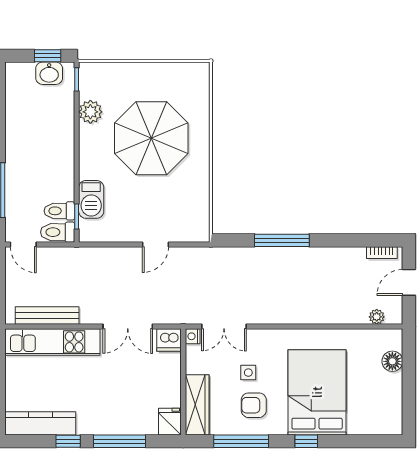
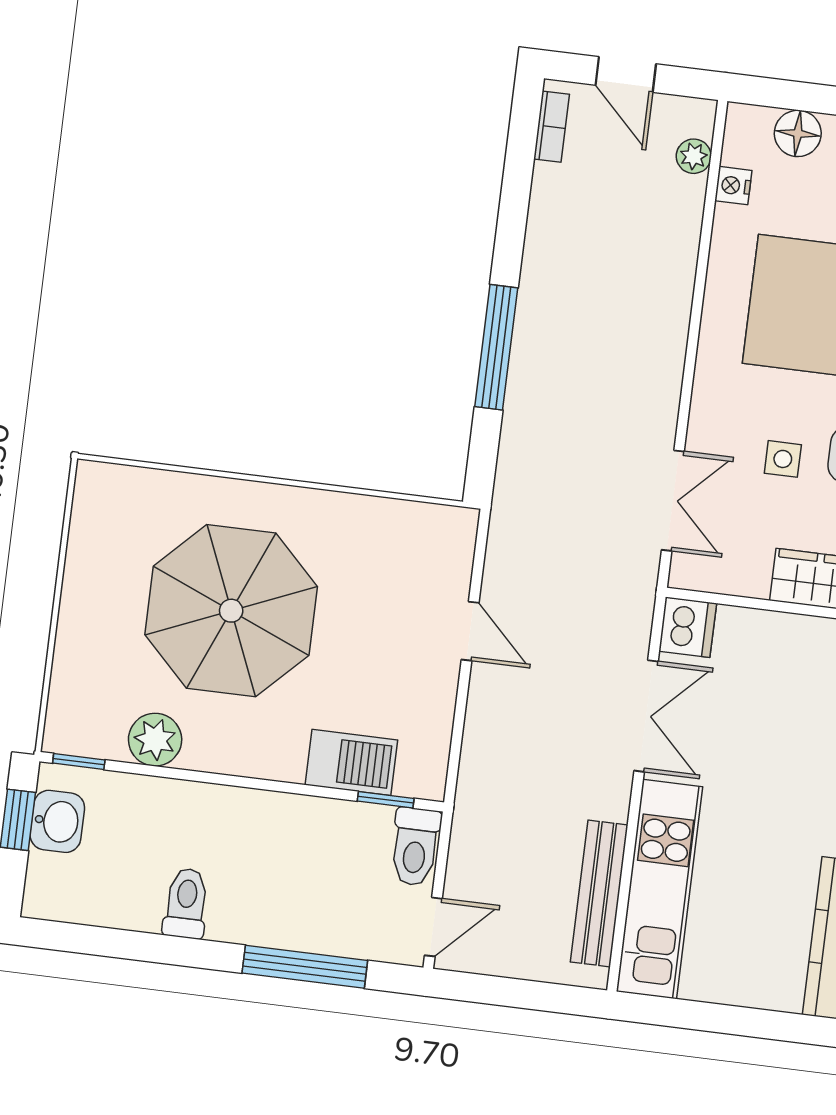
toilet: (59, 211) -> (186, 903), moved, turned 180
nightstand: (193, 336) -> (733, 186), moved, turned 90

